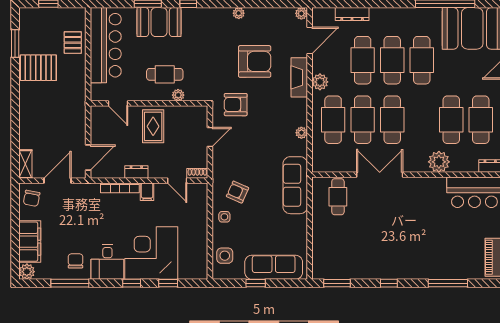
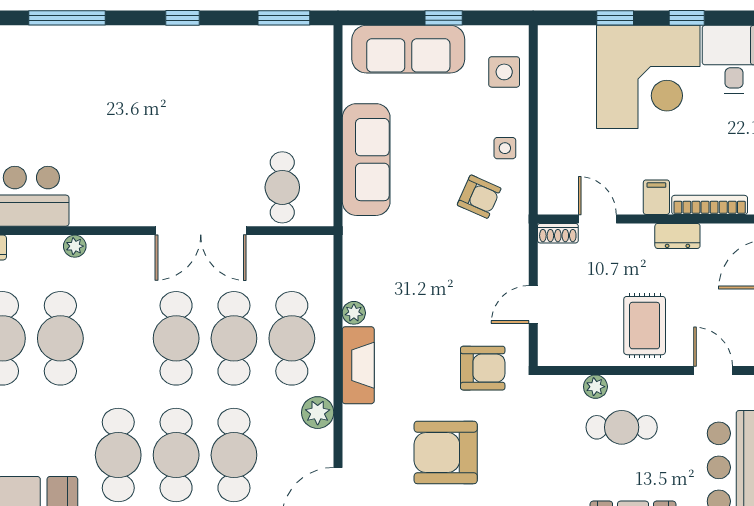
fireplace: (299, 77) -> (358, 365), moved
plant: (439, 162) -> (75, 246), width x0.53, depth x0.53
sofa: (295, 185) -> (366, 160), moved

